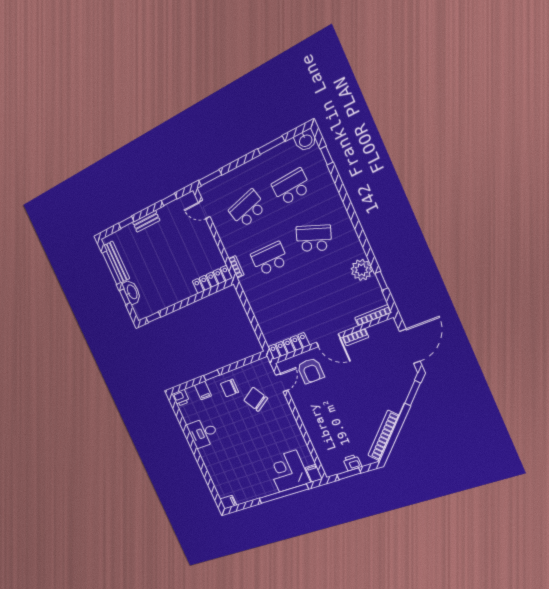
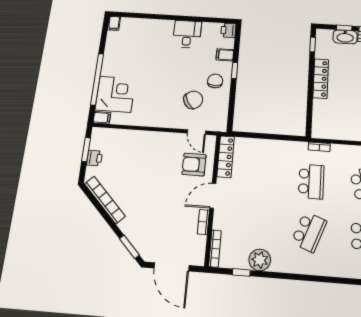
locker: (212, 280) -> (321, 79), moved

